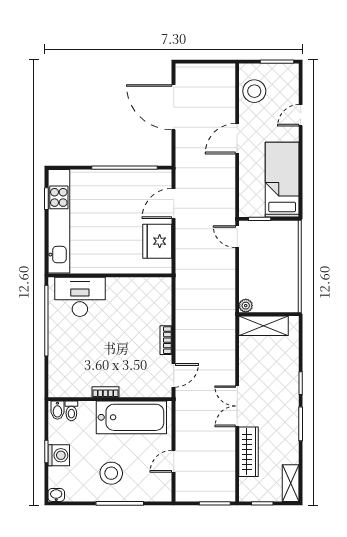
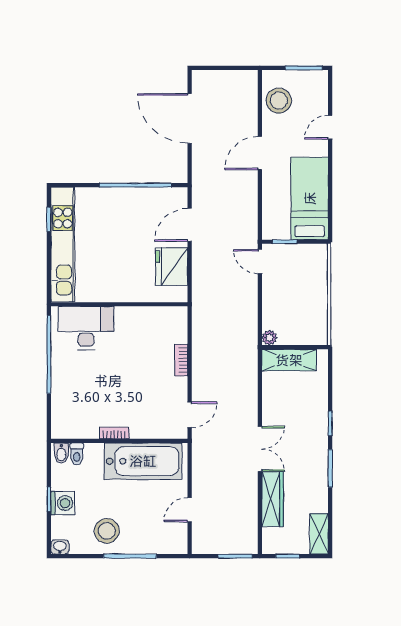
bookcase: (166, 340) -> (181, 360), moved
double door: (237, 406) -> (260, 449), swing flipped
stool: (111, 473) -> (107, 531), moved

